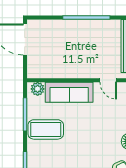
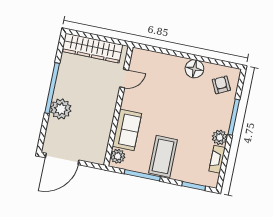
plant: (69, 29) -> (61, 109), added
sofa: (69, 92) -> (127, 130), width x0.73

